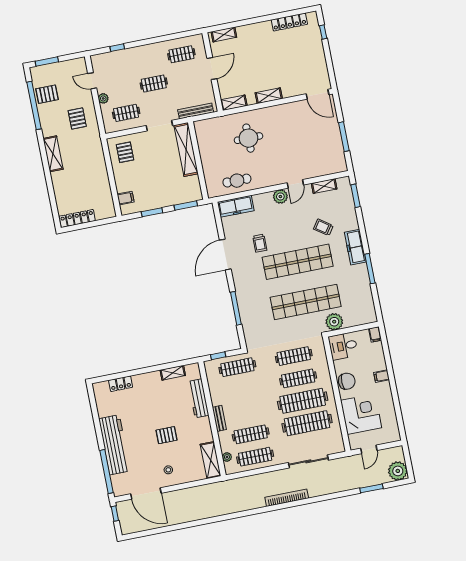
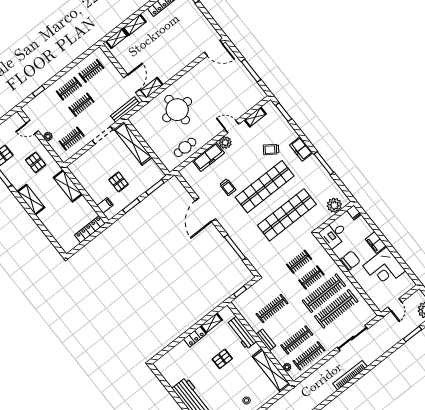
clothes rail: (149, 61) -> (69, 89), added
door: (212, 69) -> (132, 84), moved
shelving: (269, 96) -> (135, 25), moved
round table: (248, 138) -> (177, 110), width x1.36, depth x1.36
pallet: (125, 152) -> (119, 182), moved
shelving: (98, 159) -> (68, 186), added
door: (295, 184) -> (232, 127), swing flipped
freezer: (236, 206) -> (208, 157), moved
locker: (77, 219) -> (90, 229), moved
freezer: (355, 247) -> (301, 149), width x0.71
plant: (334, 322) -> (334, 205), moved
clothes rail: (294, 356) -> (299, 262), width x0.73
clothes rail: (237, 367) -> (272, 309), moved
filing cabinet: (382, 376) -> (376, 242), width x2.00
clothes rail: (298, 378) -> (311, 277), width x0.73
locker: (121, 384) -> (195, 337), moved
corner desk: (361, 414) -> (384, 268), moved, turned 180
pallet: (167, 435) -> (222, 359), moved
shelving: (211, 460) -> (271, 370), width x1.47

